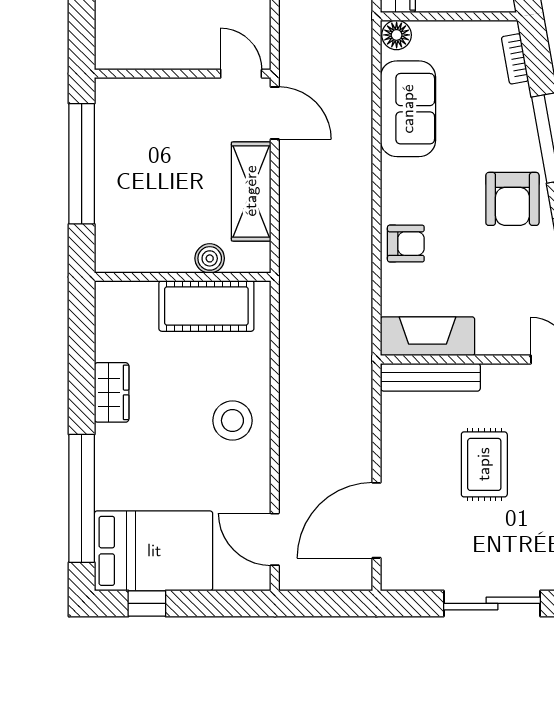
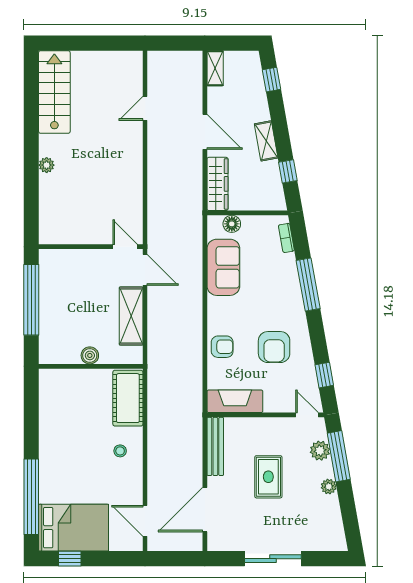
floor lamp: (397, 35) -> (232, 224), moved
armchair: (512, 199) -> (274, 347), moved
boiler: (210, 258) -> (90, 355), moved
cot: (206, 306) -> (128, 398), moved, turned 90
bench: (431, 377) -> (215, 446), moved, turned 90
wardrobe: (112, 392) -> (49, 434), removed
stool: (232, 421) -> (120, 451), width x0.53, depth x0.53

